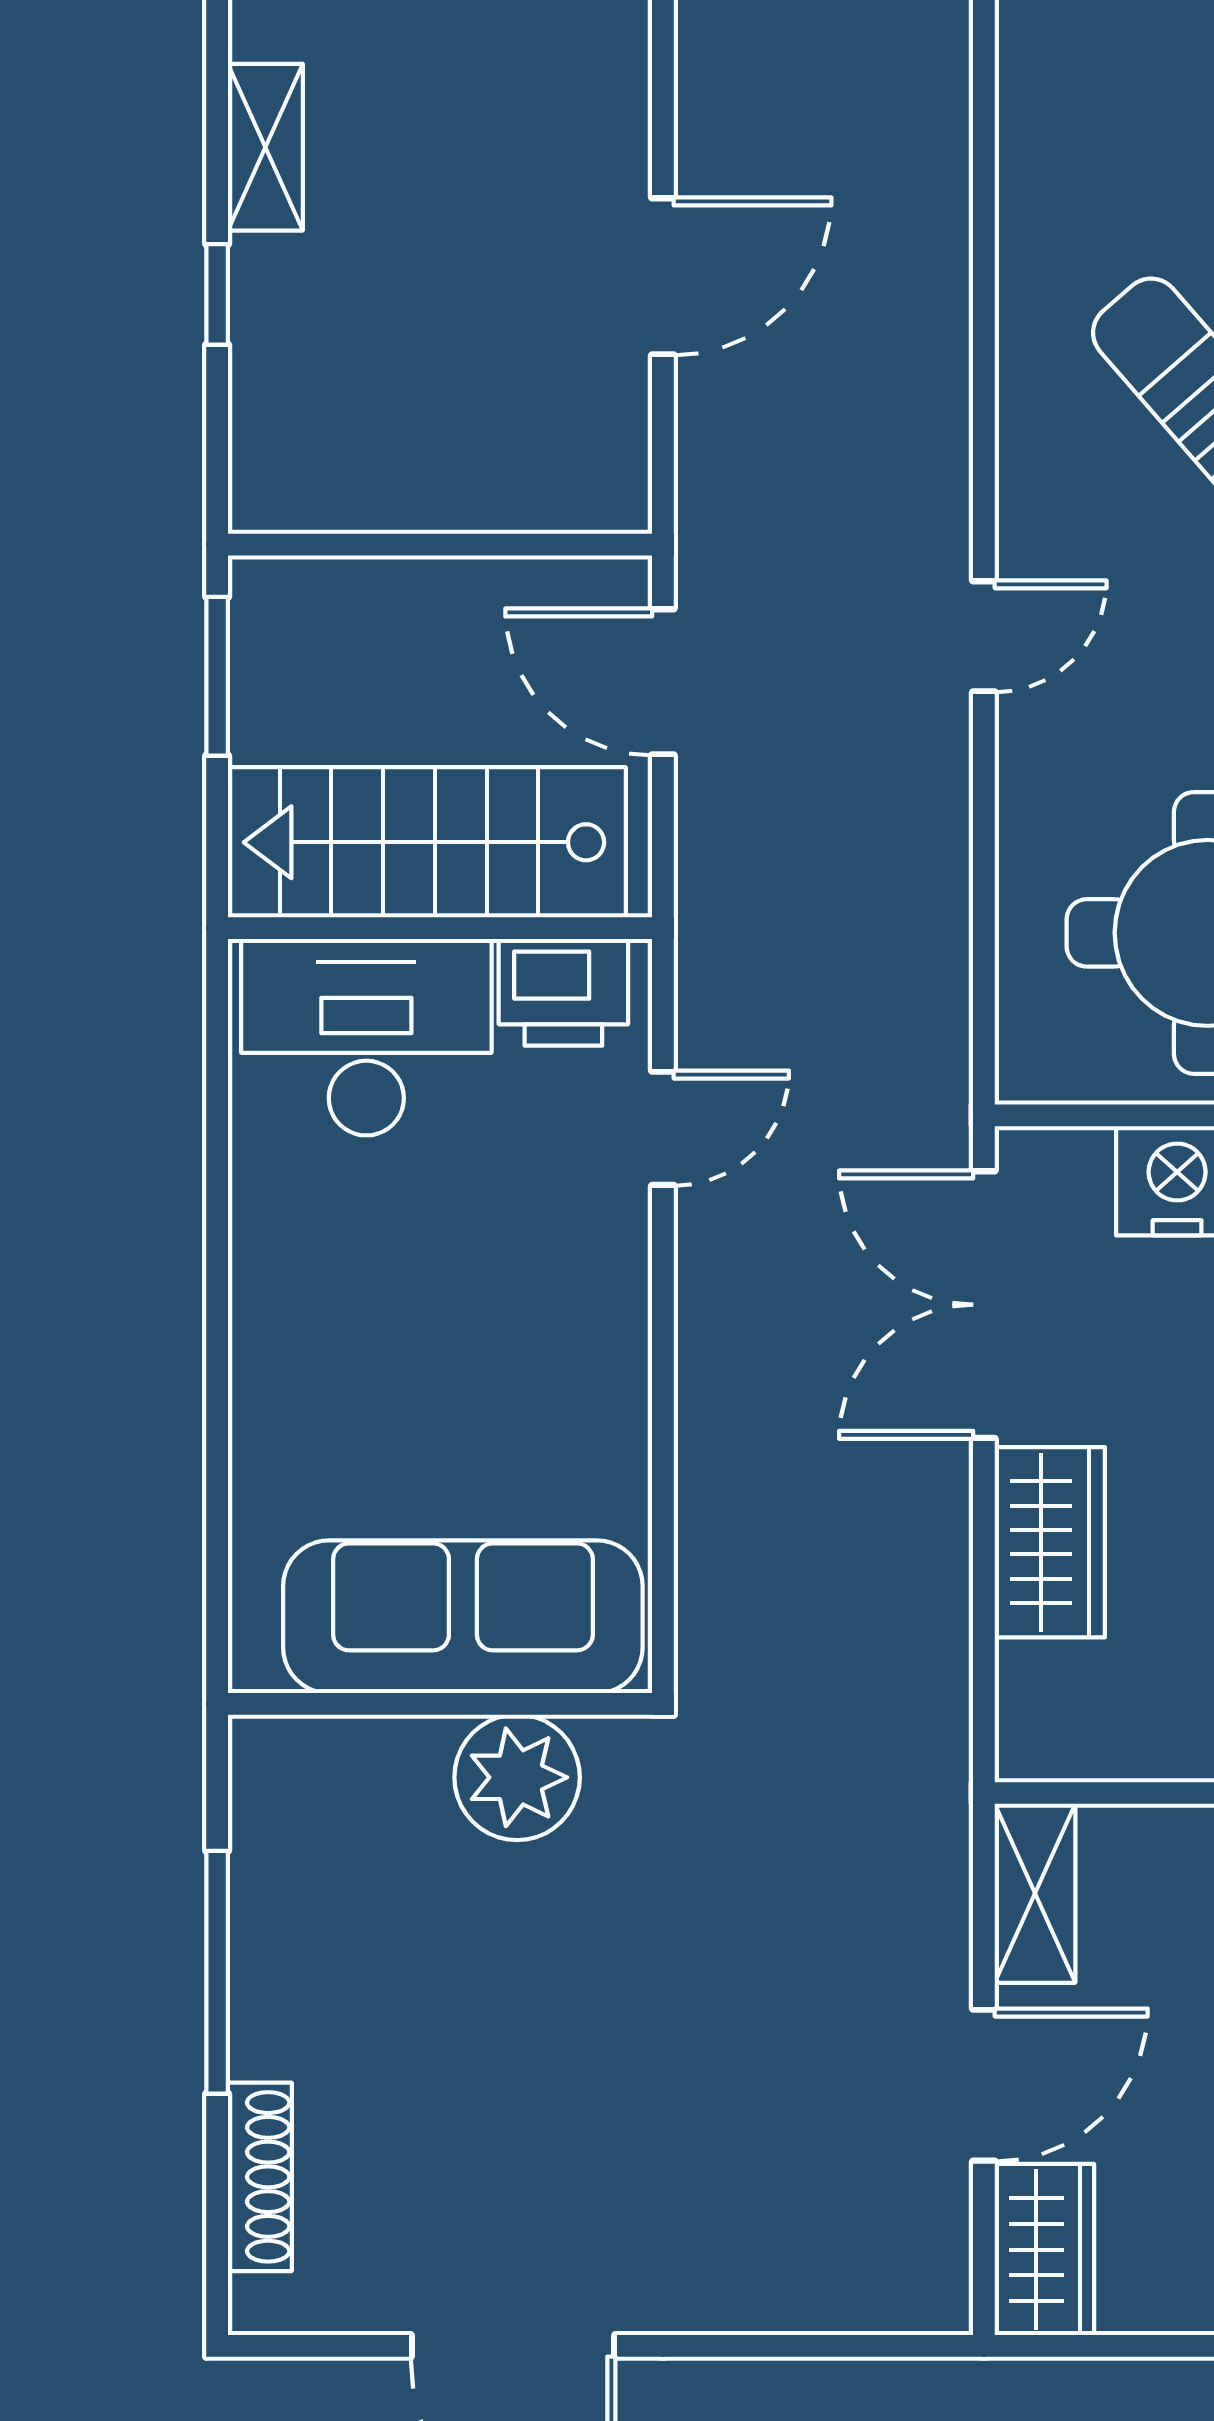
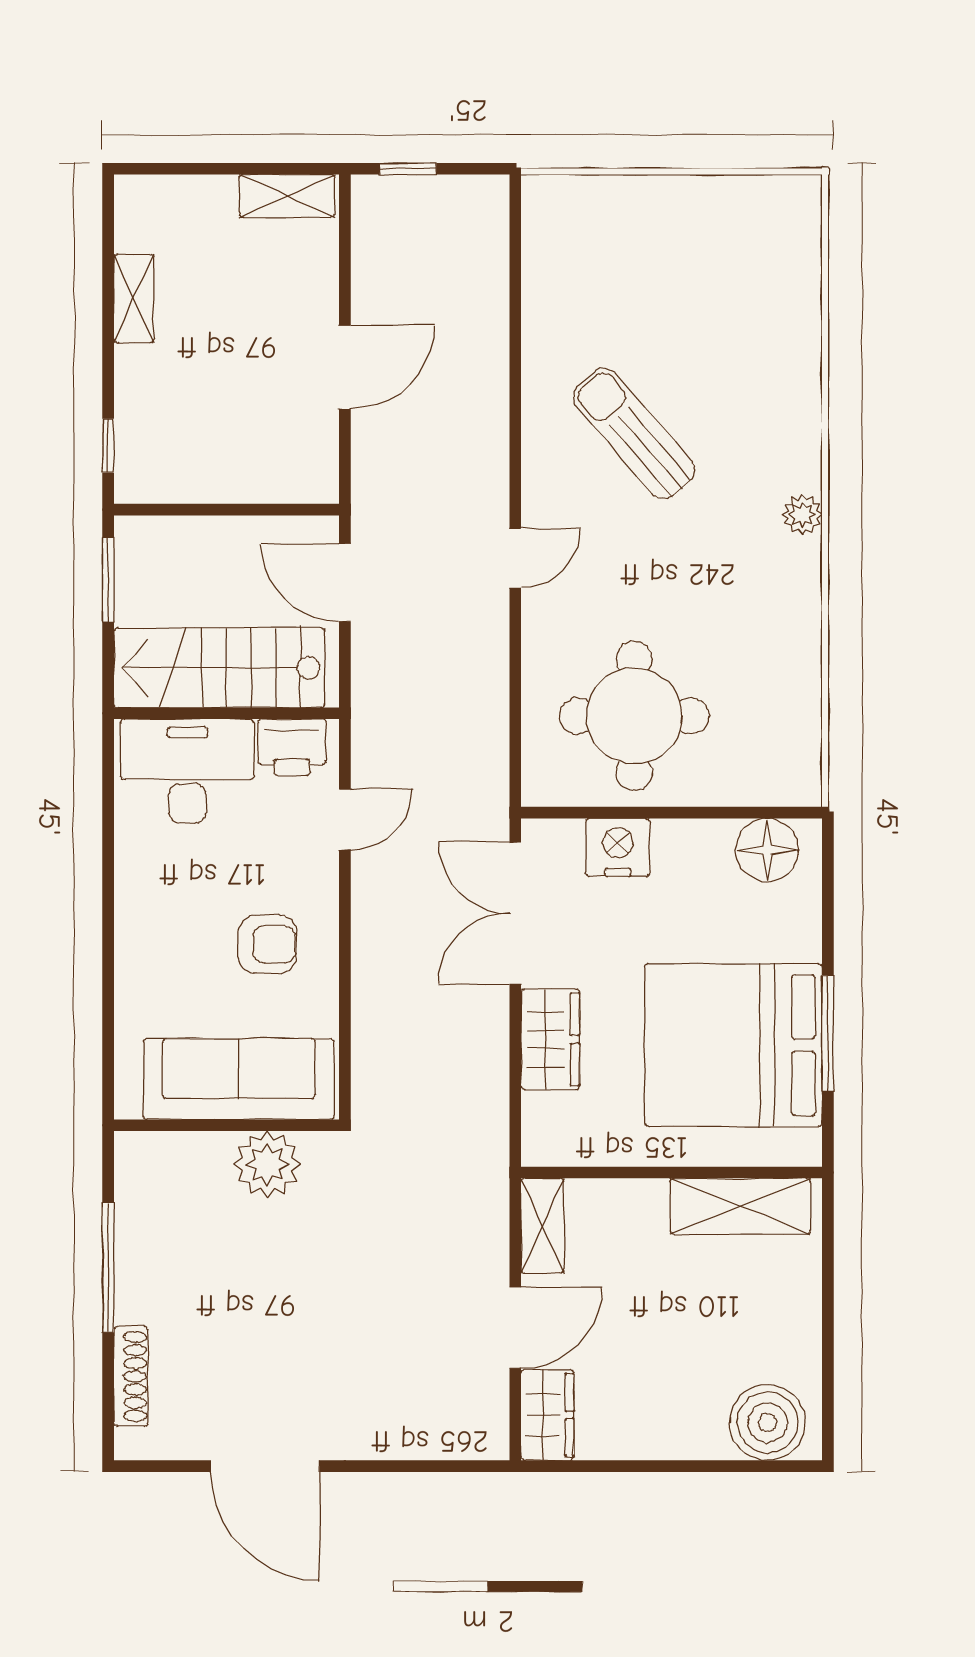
window: (217, 294) -> (108, 446), moved
armchair: (517, 1363) -> (267, 944), added

